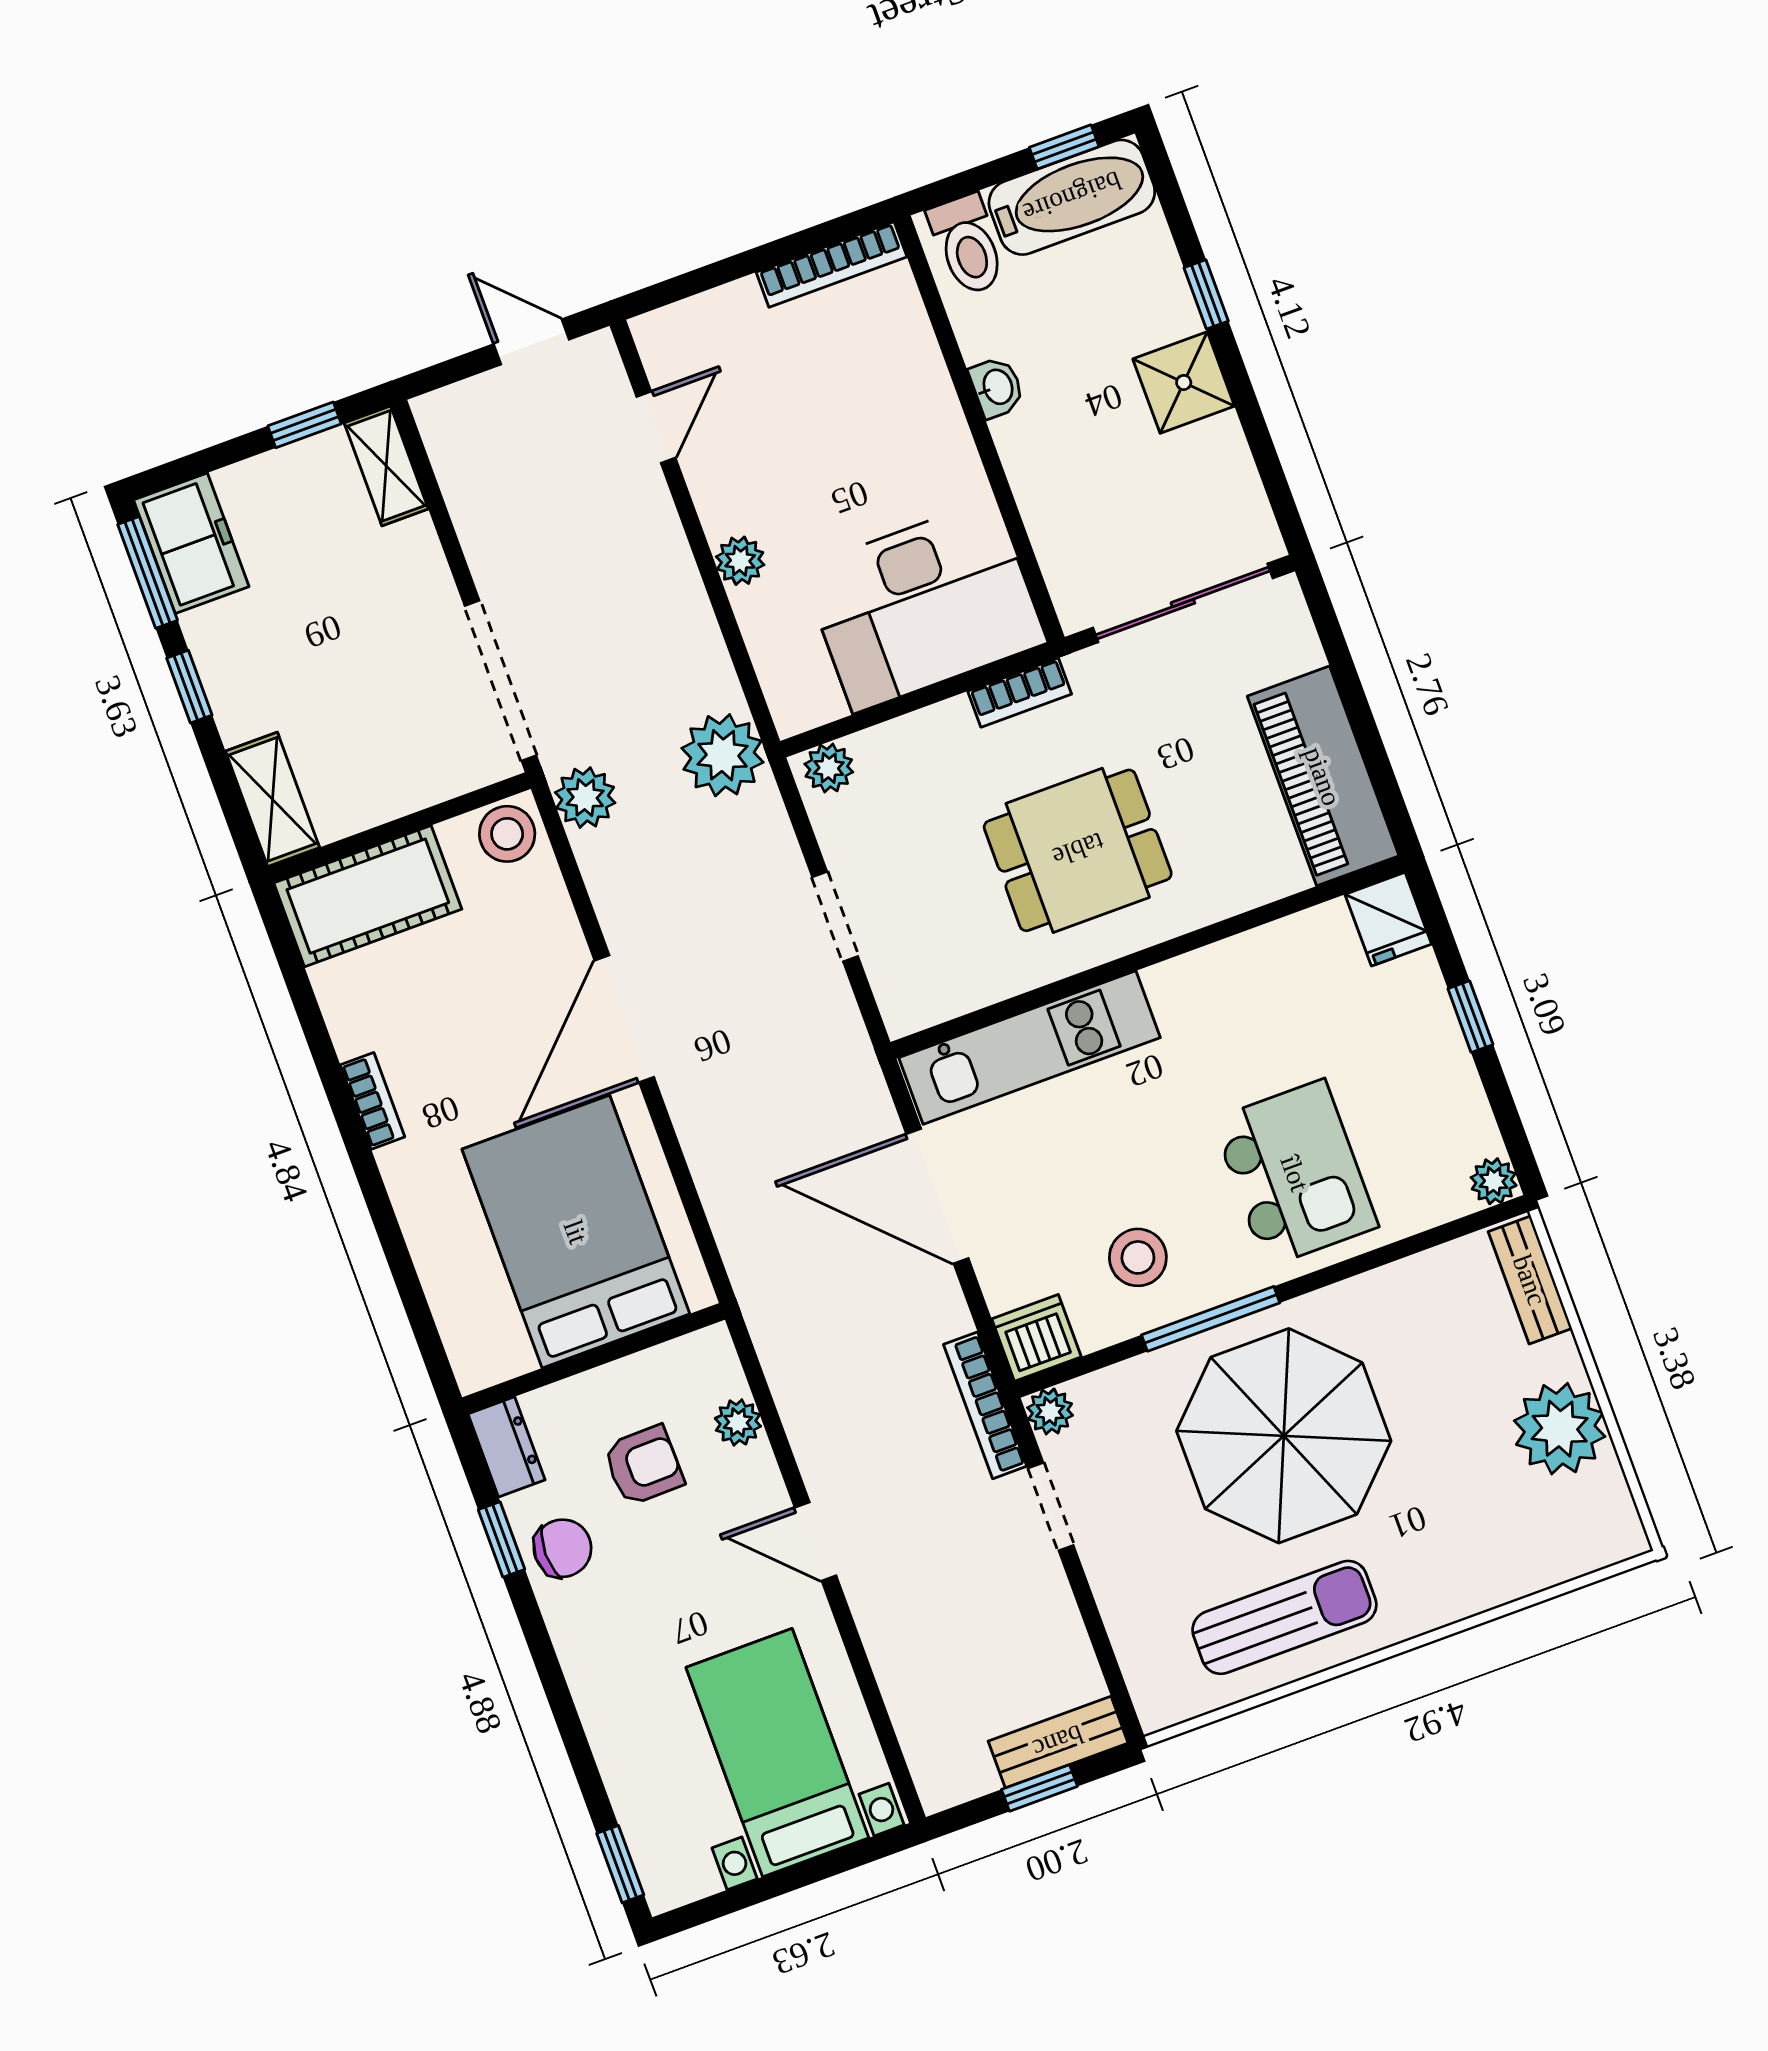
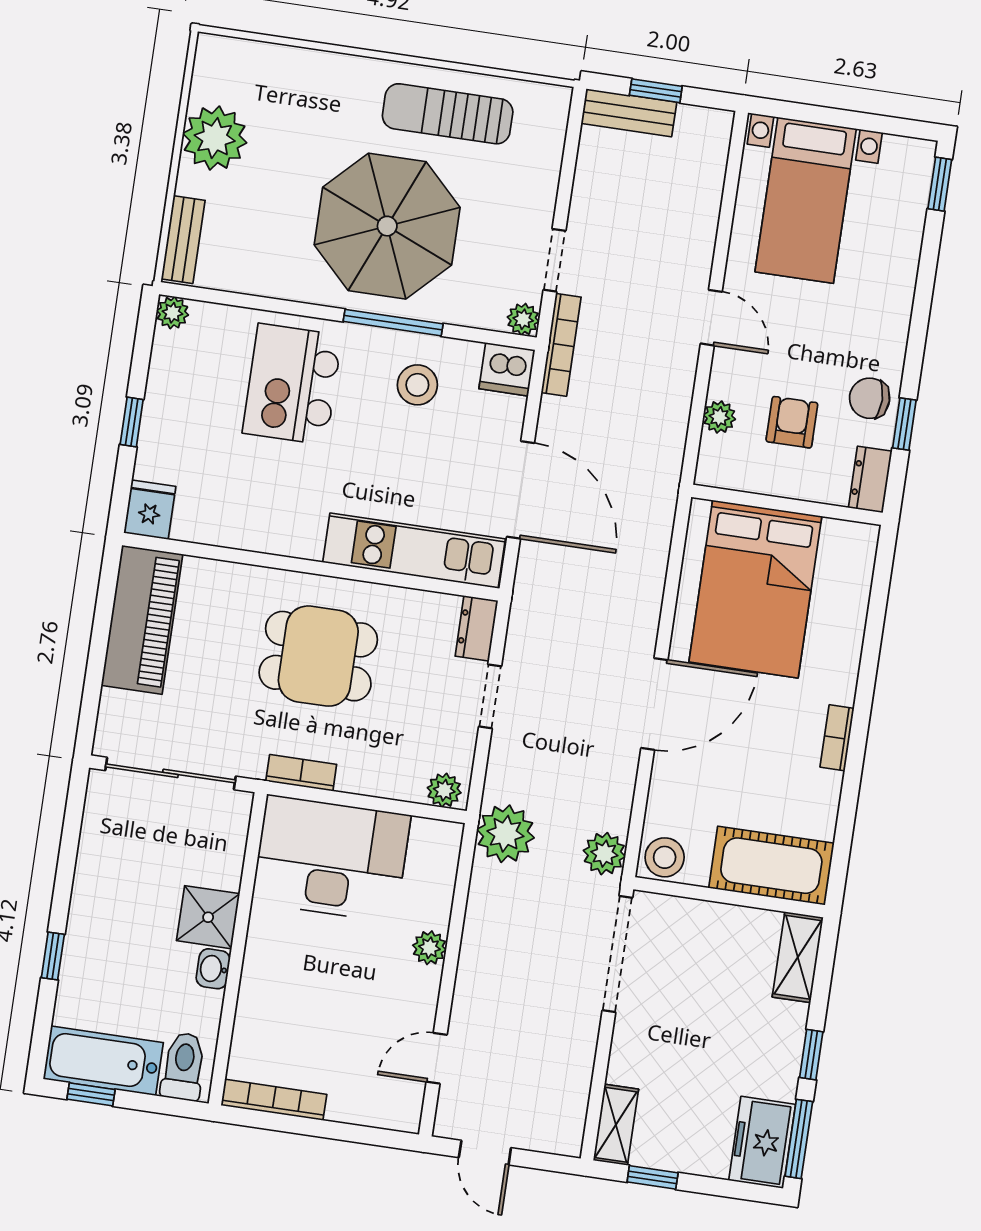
shower: (1184, 382) -> (208, 917), moved
dresser: (898, 993) -> (476, 628), added
armchair: (644, 1465) -> (792, 422), turned 91

